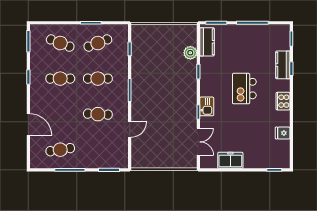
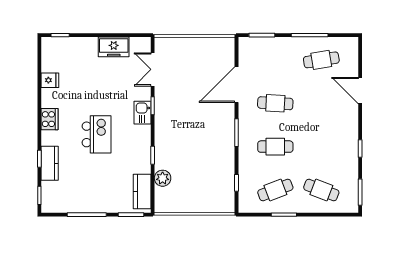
cafe table: (60, 79) -> (321, 147), removed
door: (130, 129) -> (236, 85), width x1.88

